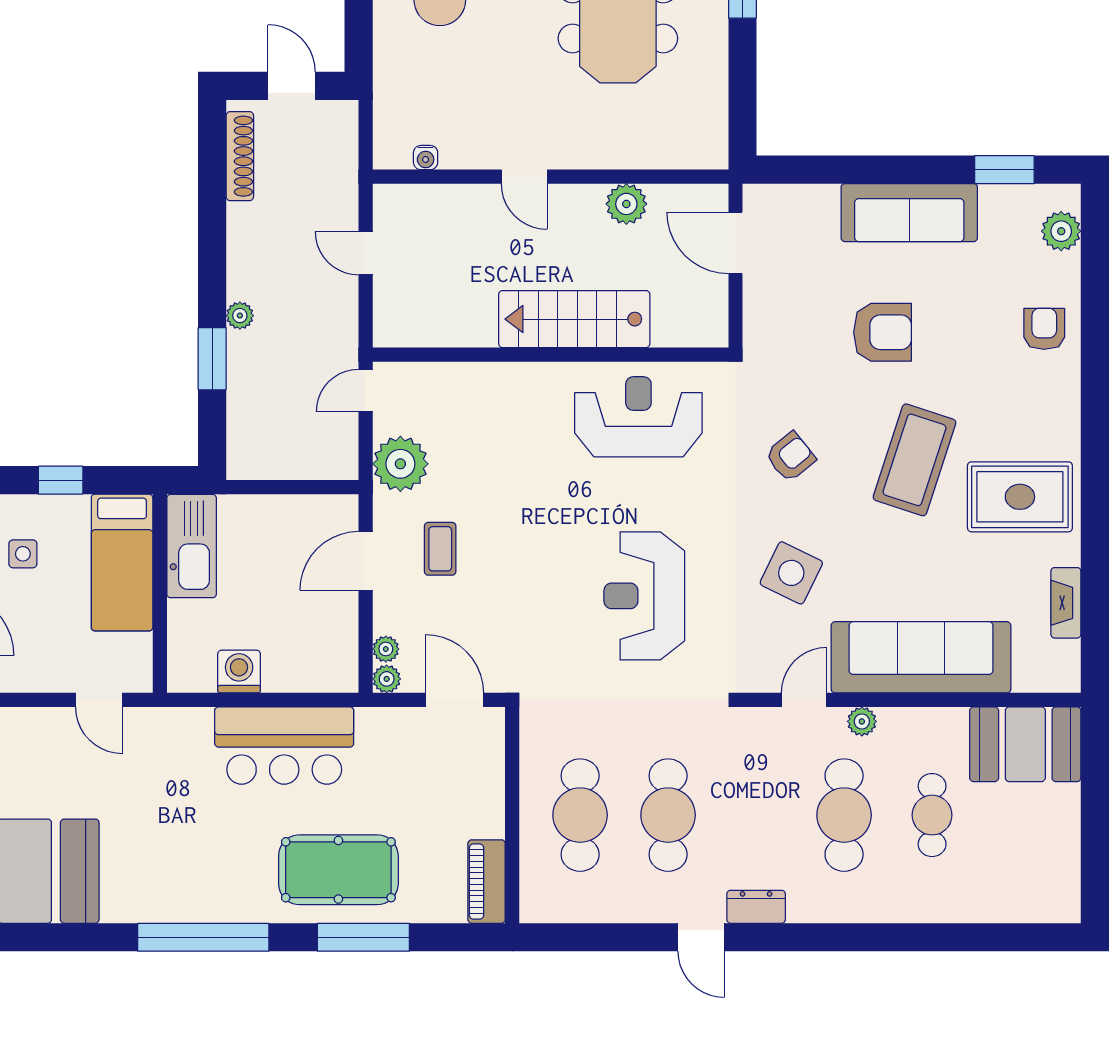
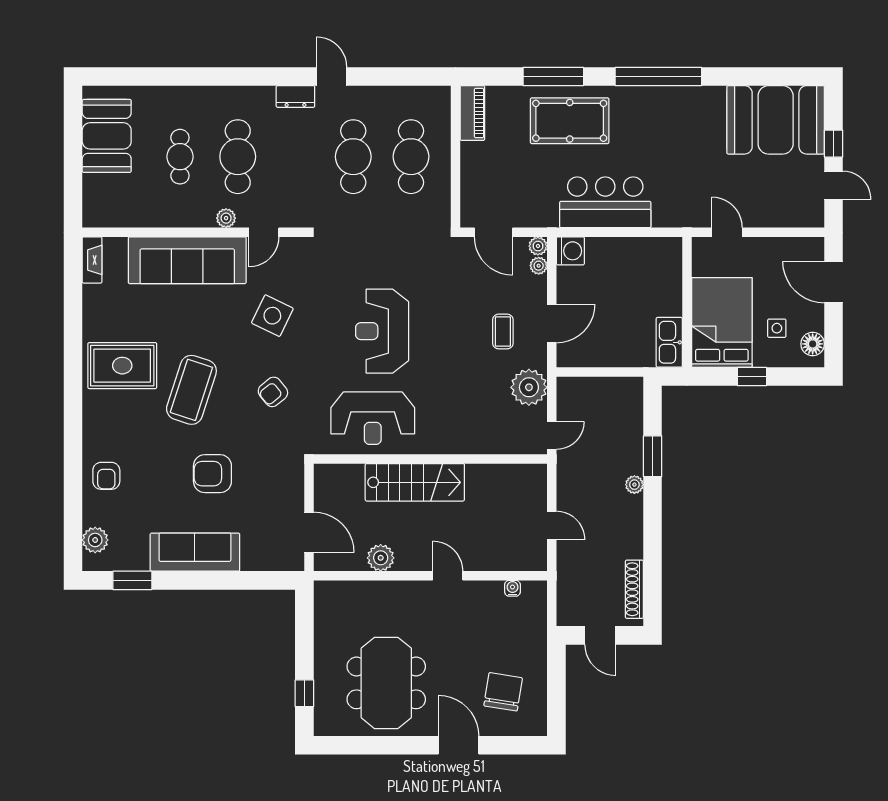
kitchen sink: (192, 546) -> (669, 342), width x0.73, depth x0.81
bed: (122, 563) -> (722, 322), width x1.50
reception desk: (644, 596) -> (382, 331), moved, turned 180
fireplace: (1066, 603) -> (92, 260), moved
washing machine: (239, 672) -> (570, 251), moved, turned -90
booth: (1025, 744) -> (107, 136), moved, turned 90

